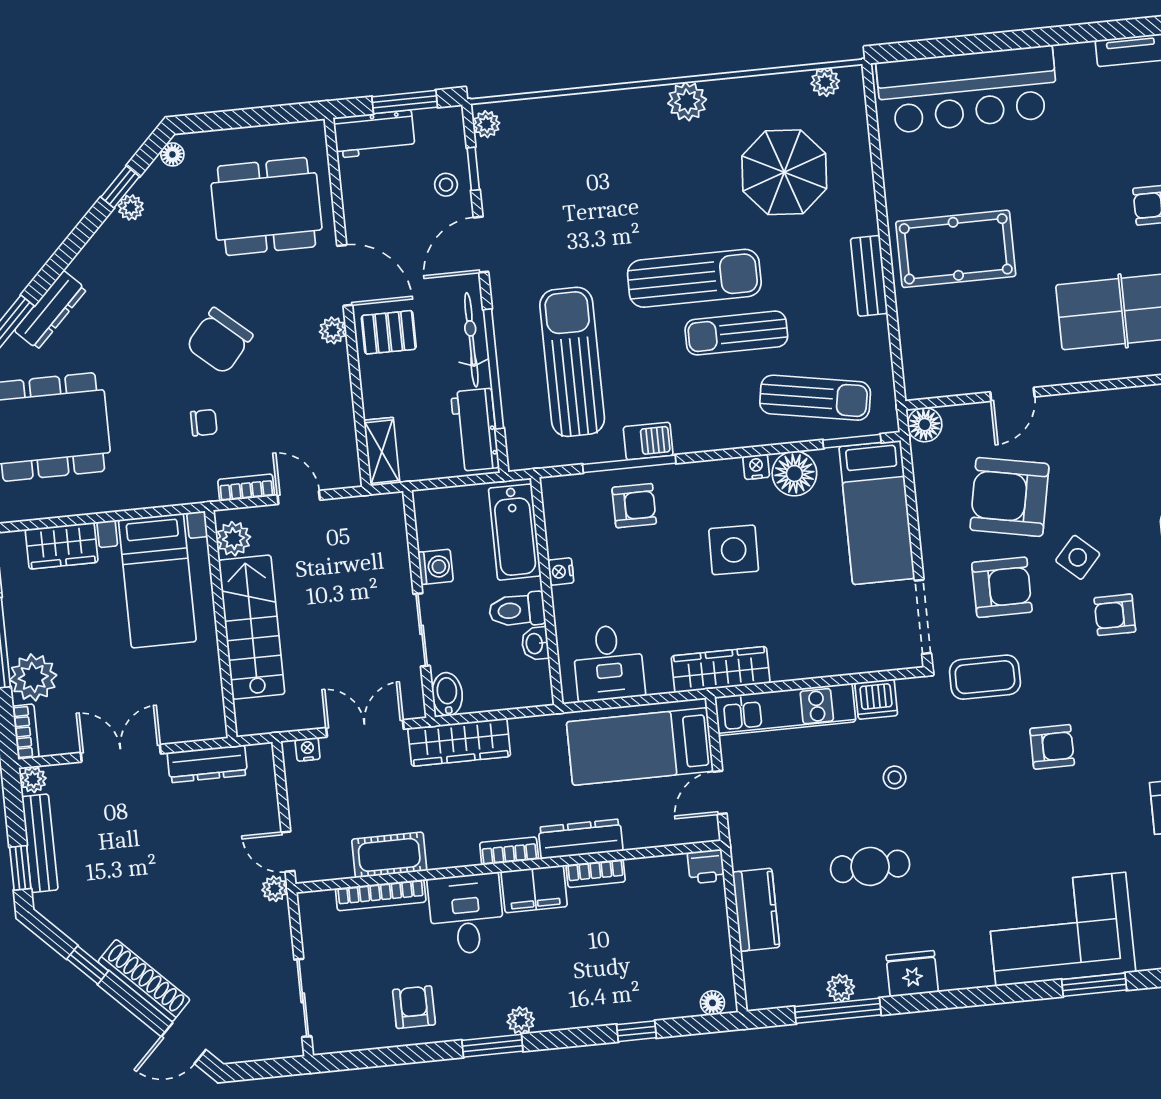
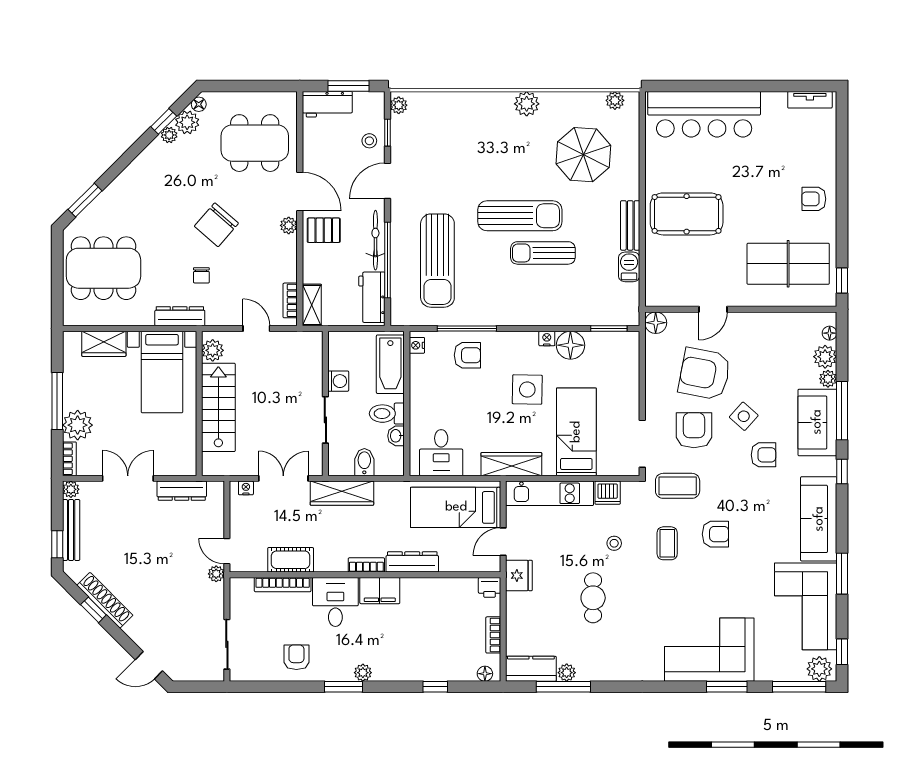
plant: (157, 185) -> (187, 122), added
dresser: (50, 310) -> (180, 316), moved, turned -135
sun lounger: (572, 362) -> (437, 261), turned 180
sun lounger: (815, 398) -> (588, 299), removed
chair: (204, 423) -> (201, 275), turned 90
barbecue: (648, 441) -> (629, 267), moved, turned -90
bookcase: (246, 488) -> (290, 300), moved, turned -90
bed: (877, 512) -> (576, 432), moved, turned 180
nightstand: (561, 571) -> (417, 345), moved
armchair: (1002, 587) -> (694, 430), turned -90
armchair: (1115, 615) -> (763, 455), turned 180
bidet: (447, 694) -> (364, 462), moved
coffee table: (978, 769) -> (667, 543), added
cafe table: (870, 866) -> (593, 598), turned 90
bookcase: (596, 873) -> (493, 635), moved, turned 90
kitchen counter: (756, 910) -> (531, 669), moved, turned -90
fridge: (912, 974) -> (519, 575), moved, turned 90
shoe rack: (144, 981) -> (105, 600), moved

